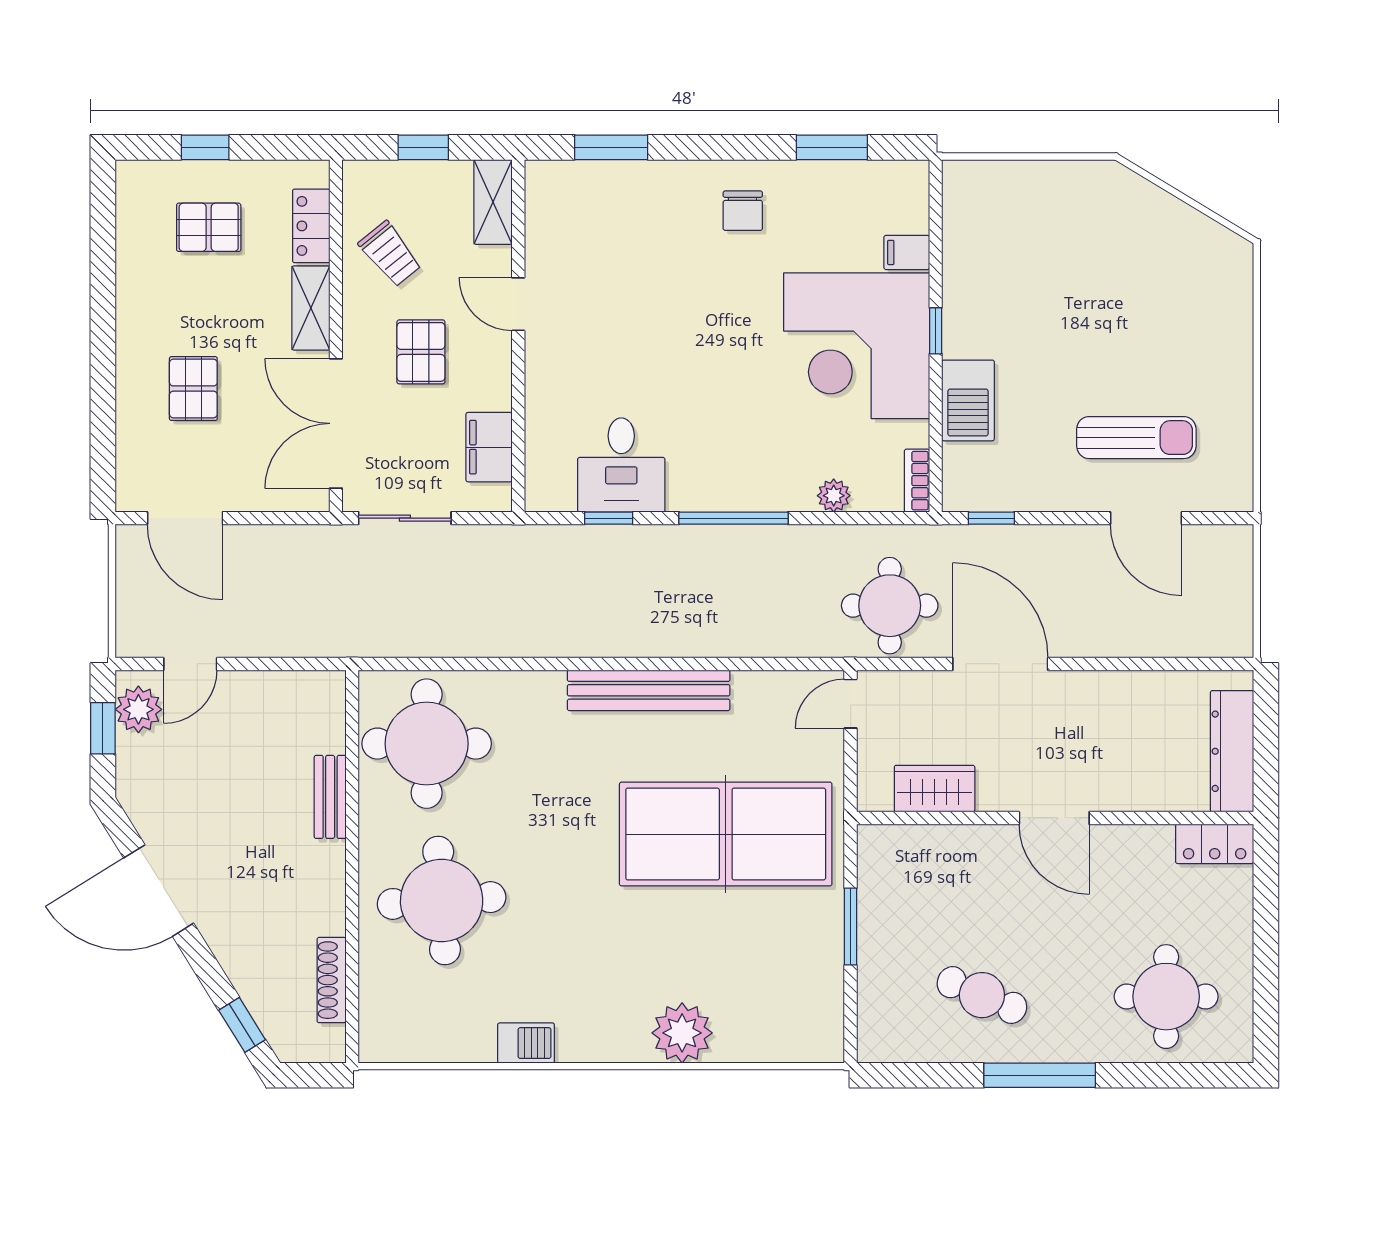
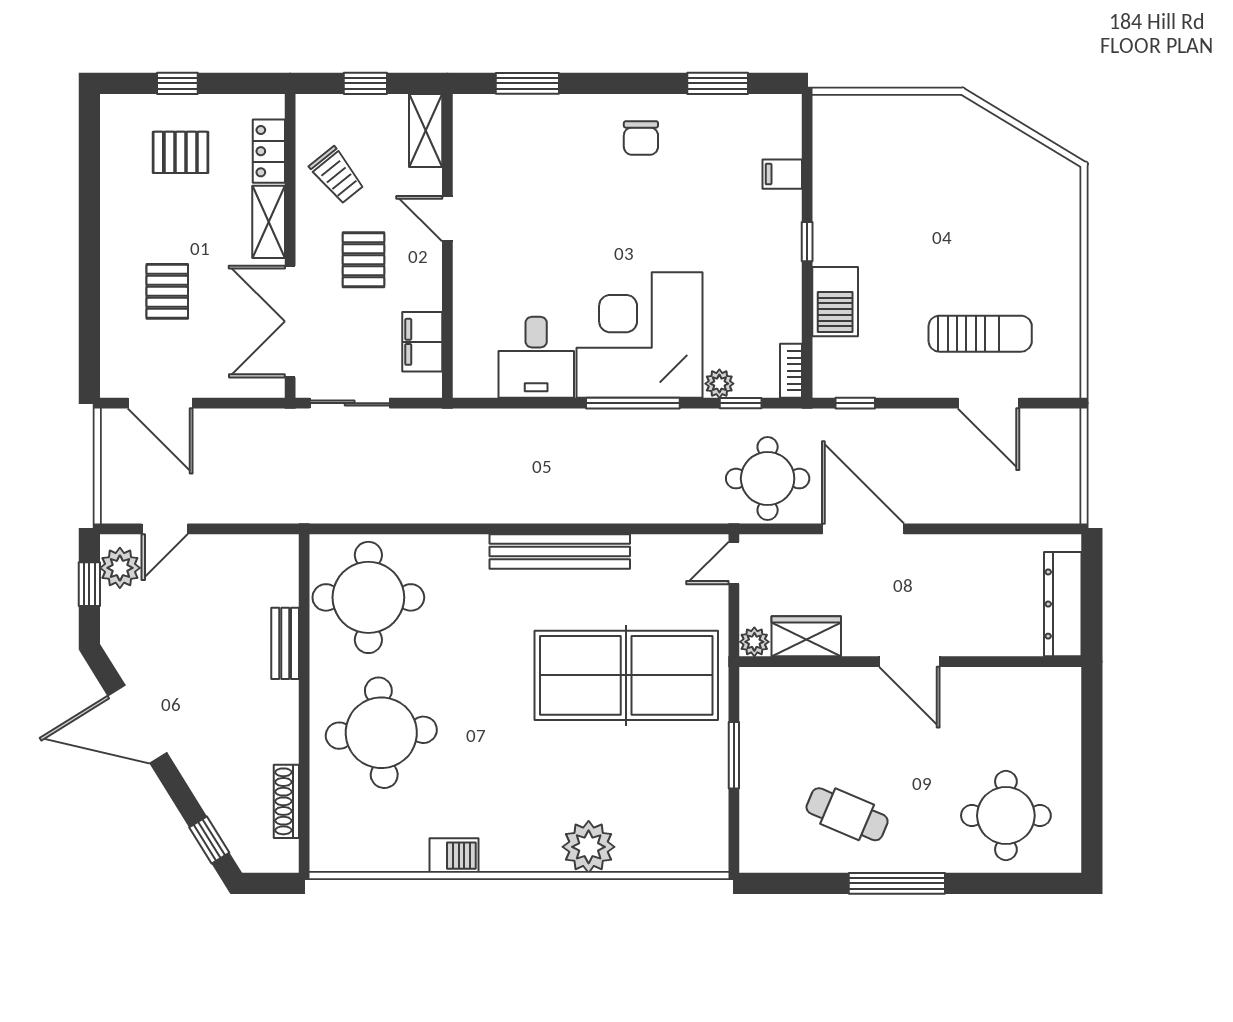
corner desk: (857, 346) -> (639, 335), moved, turned 90
window: (609, 518) -> (741, 403), moved
plant: (874, 795) -> (754, 642), added
locker: (1215, 844) -> (1048, 684), removed

